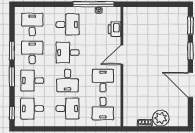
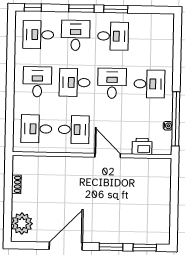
desk: (32, 24) -> (150, 37), removed
desk: (68, 24) -> (149, 84), turned -90
desk: (32, 109) -> (38, 35), turned -90
desk: (68, 109) -> (37, 82), turned 180
plant: (161, 118) -> (22, 224), moved

